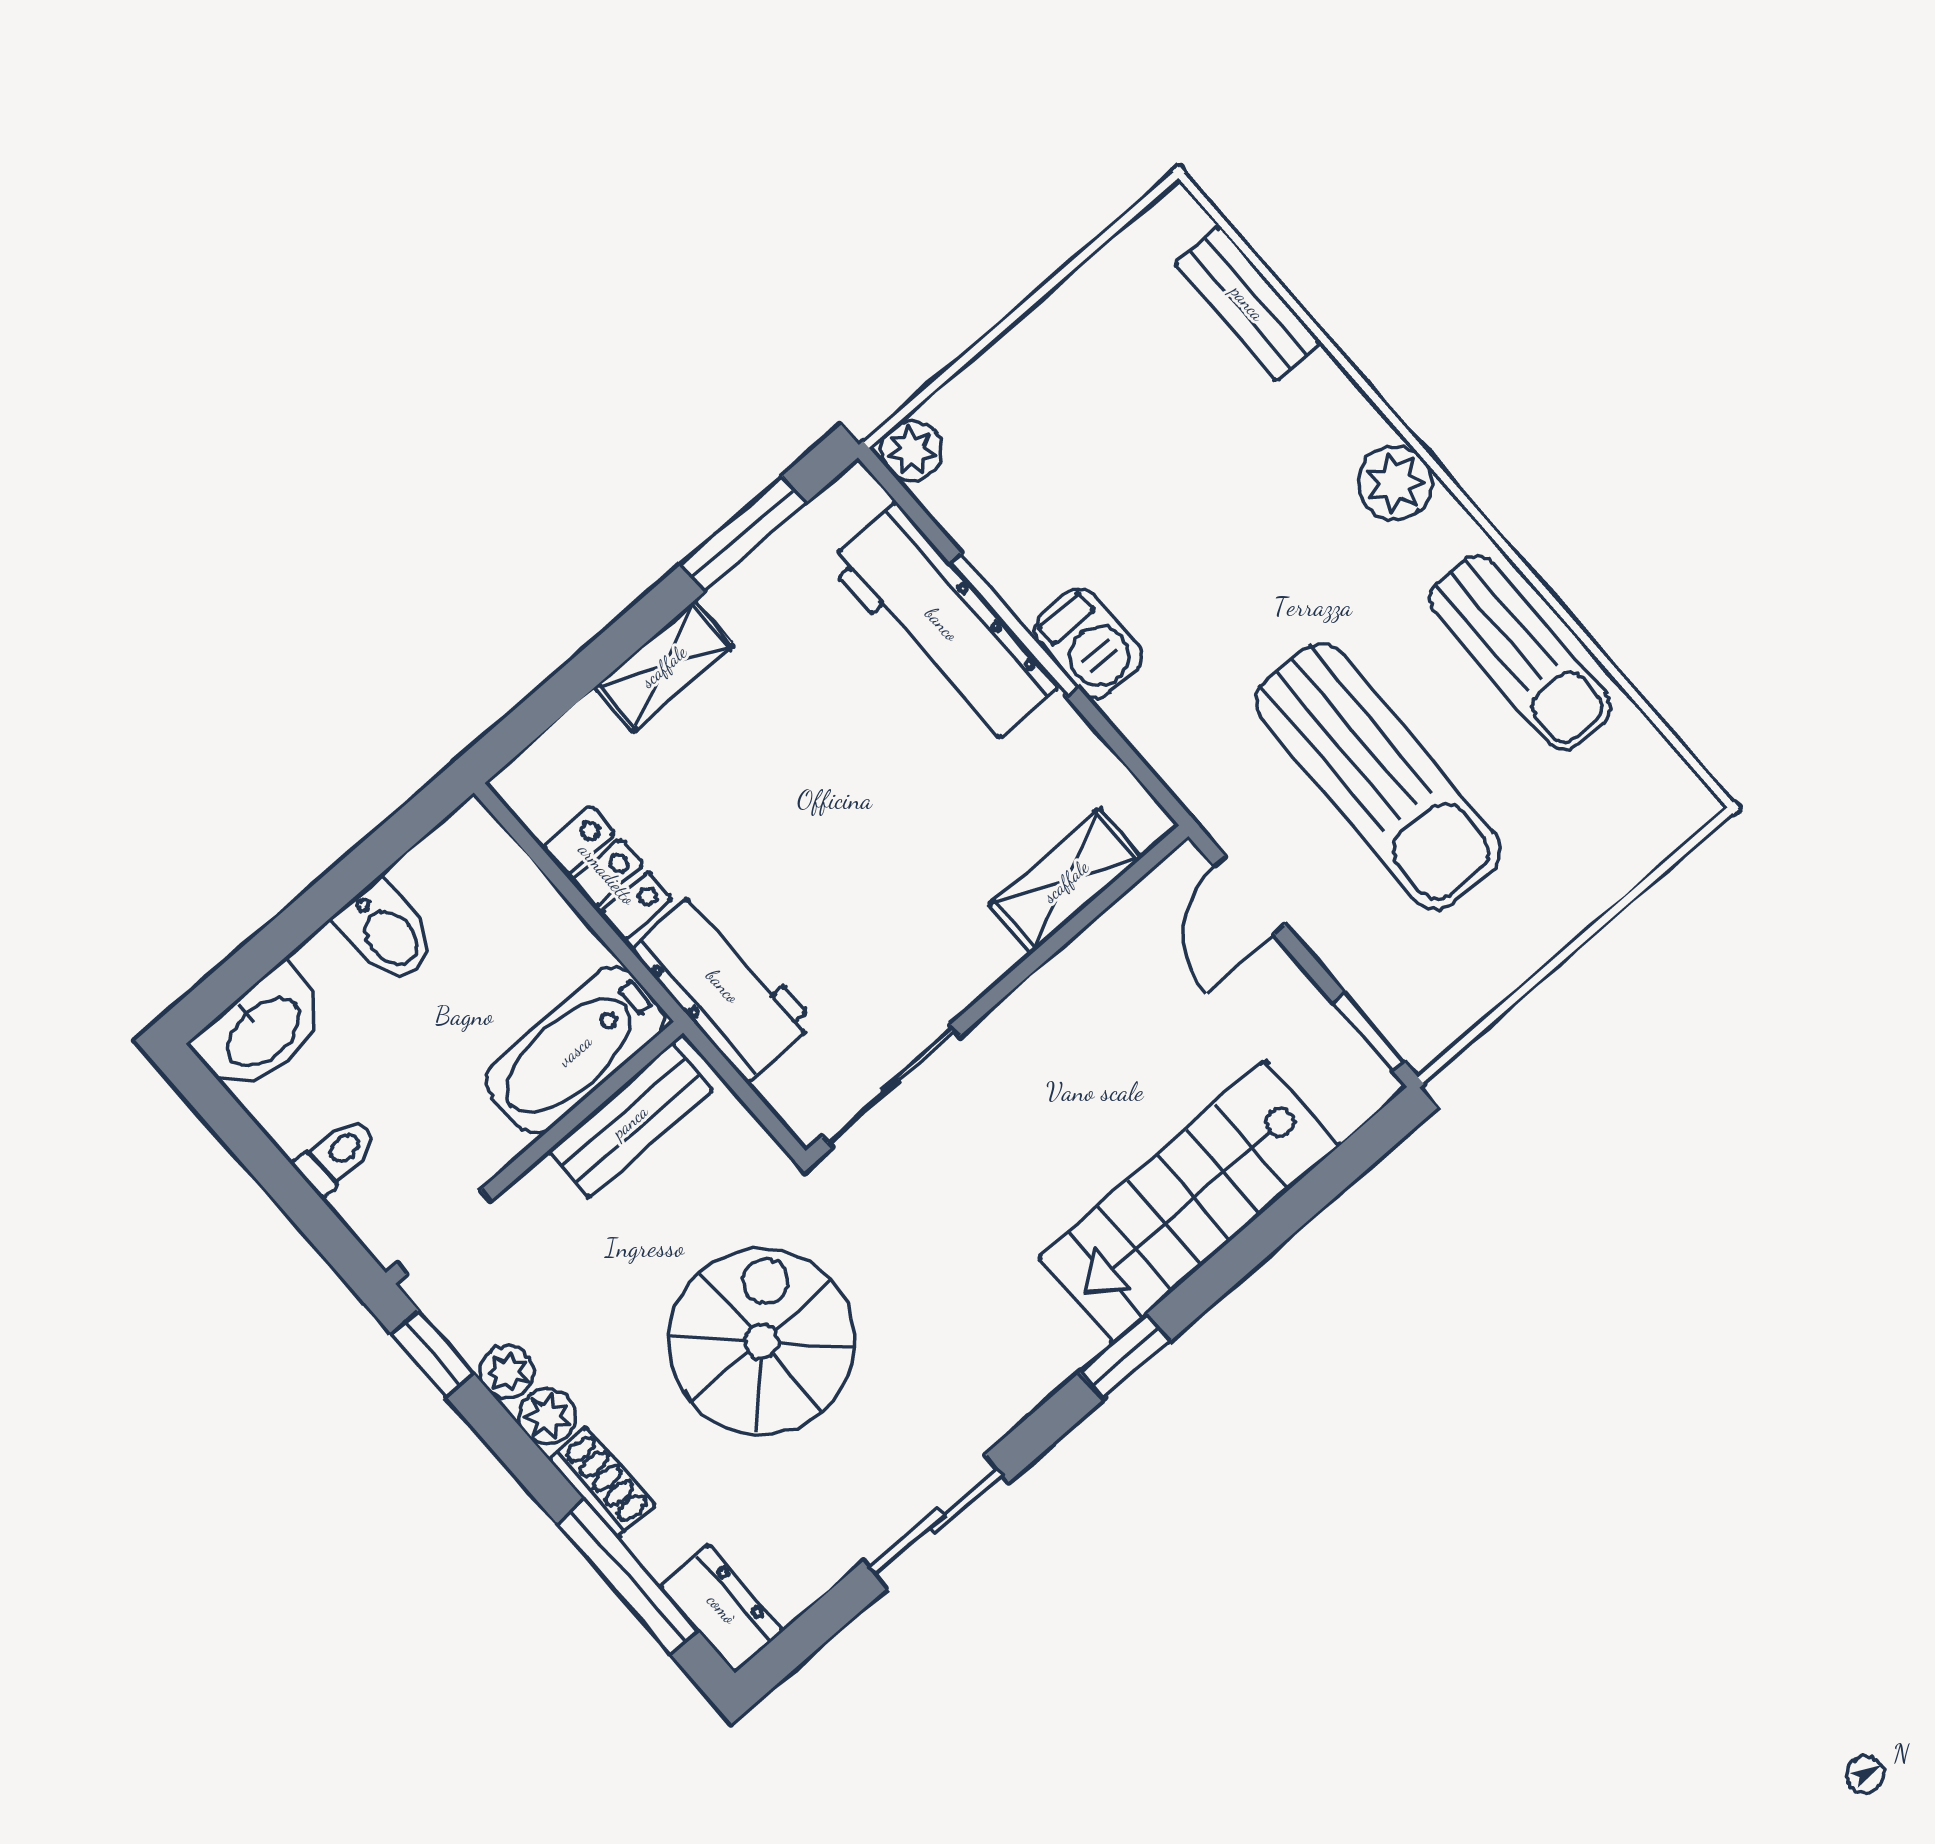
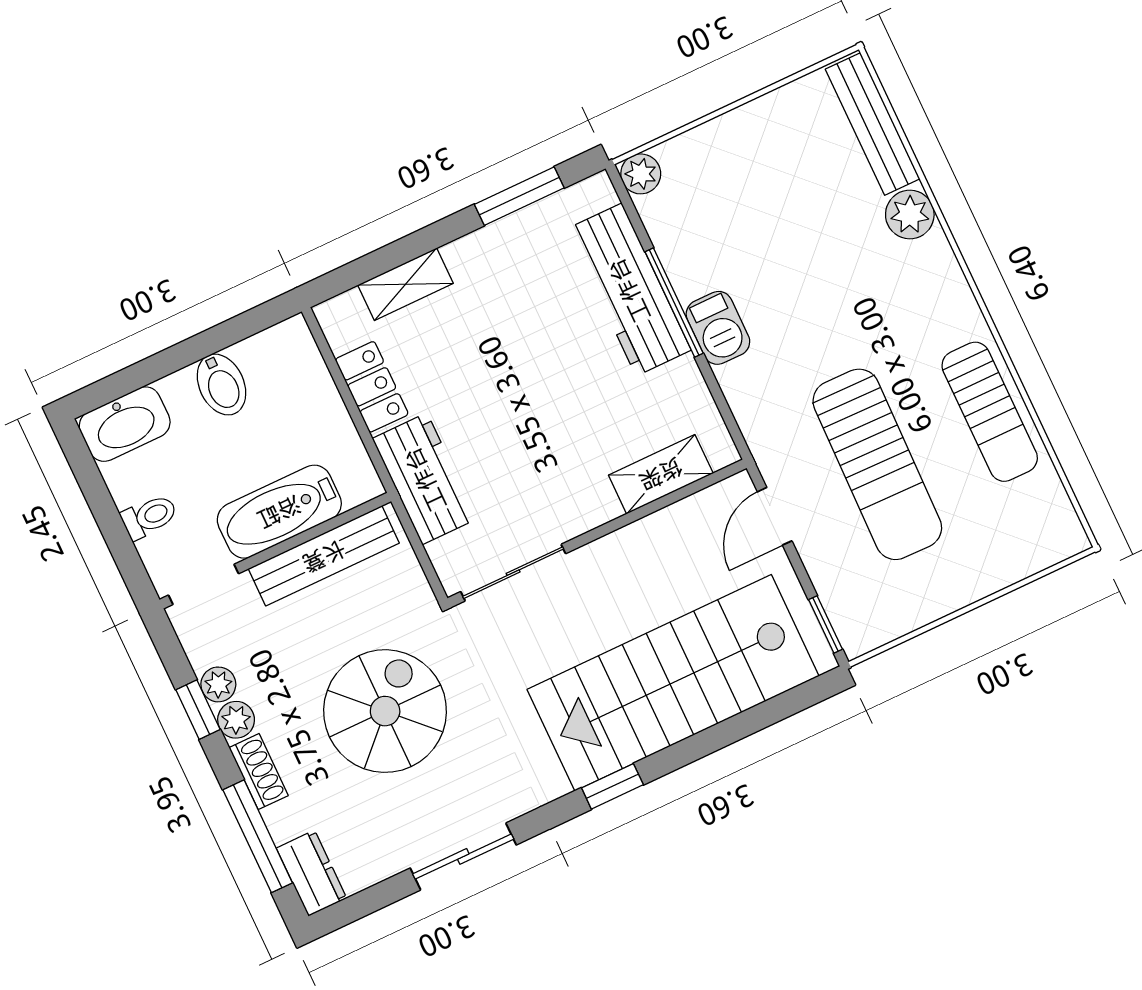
bench: (1248, 303) -> (873, 124), width x1.36
plant: (1395, 483) -> (910, 215), moved
shelving: (664, 666) -> (405, 284), moved
bathtub: (575, 1050) -> (279, 512), moved
bench: (630, 1121) -> (324, 556), width x1.36
stairs: (1189, 1202) -> (673, 683), width x1.36, depth x1.51
window: (433, 1354) -> (198, 710), moved

